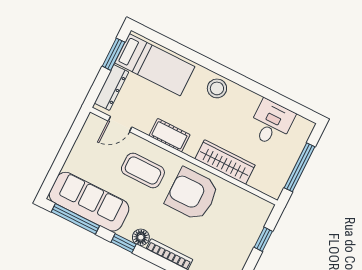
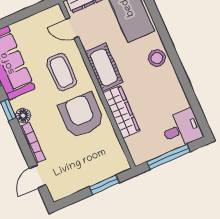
desk: (271, 123) -> (182, 129), moved
cot: (169, 135) -> (104, 67), width x1.37, depth x1.34
window: (263, 239) -> (104, 185), width x1.50

